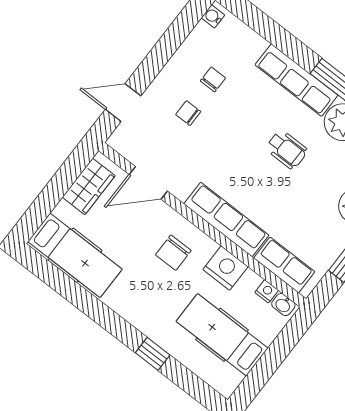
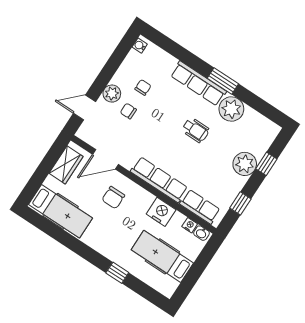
plant: (166, 85) -> (112, 94), added
chair: (173, 253) -> (113, 198), moved

